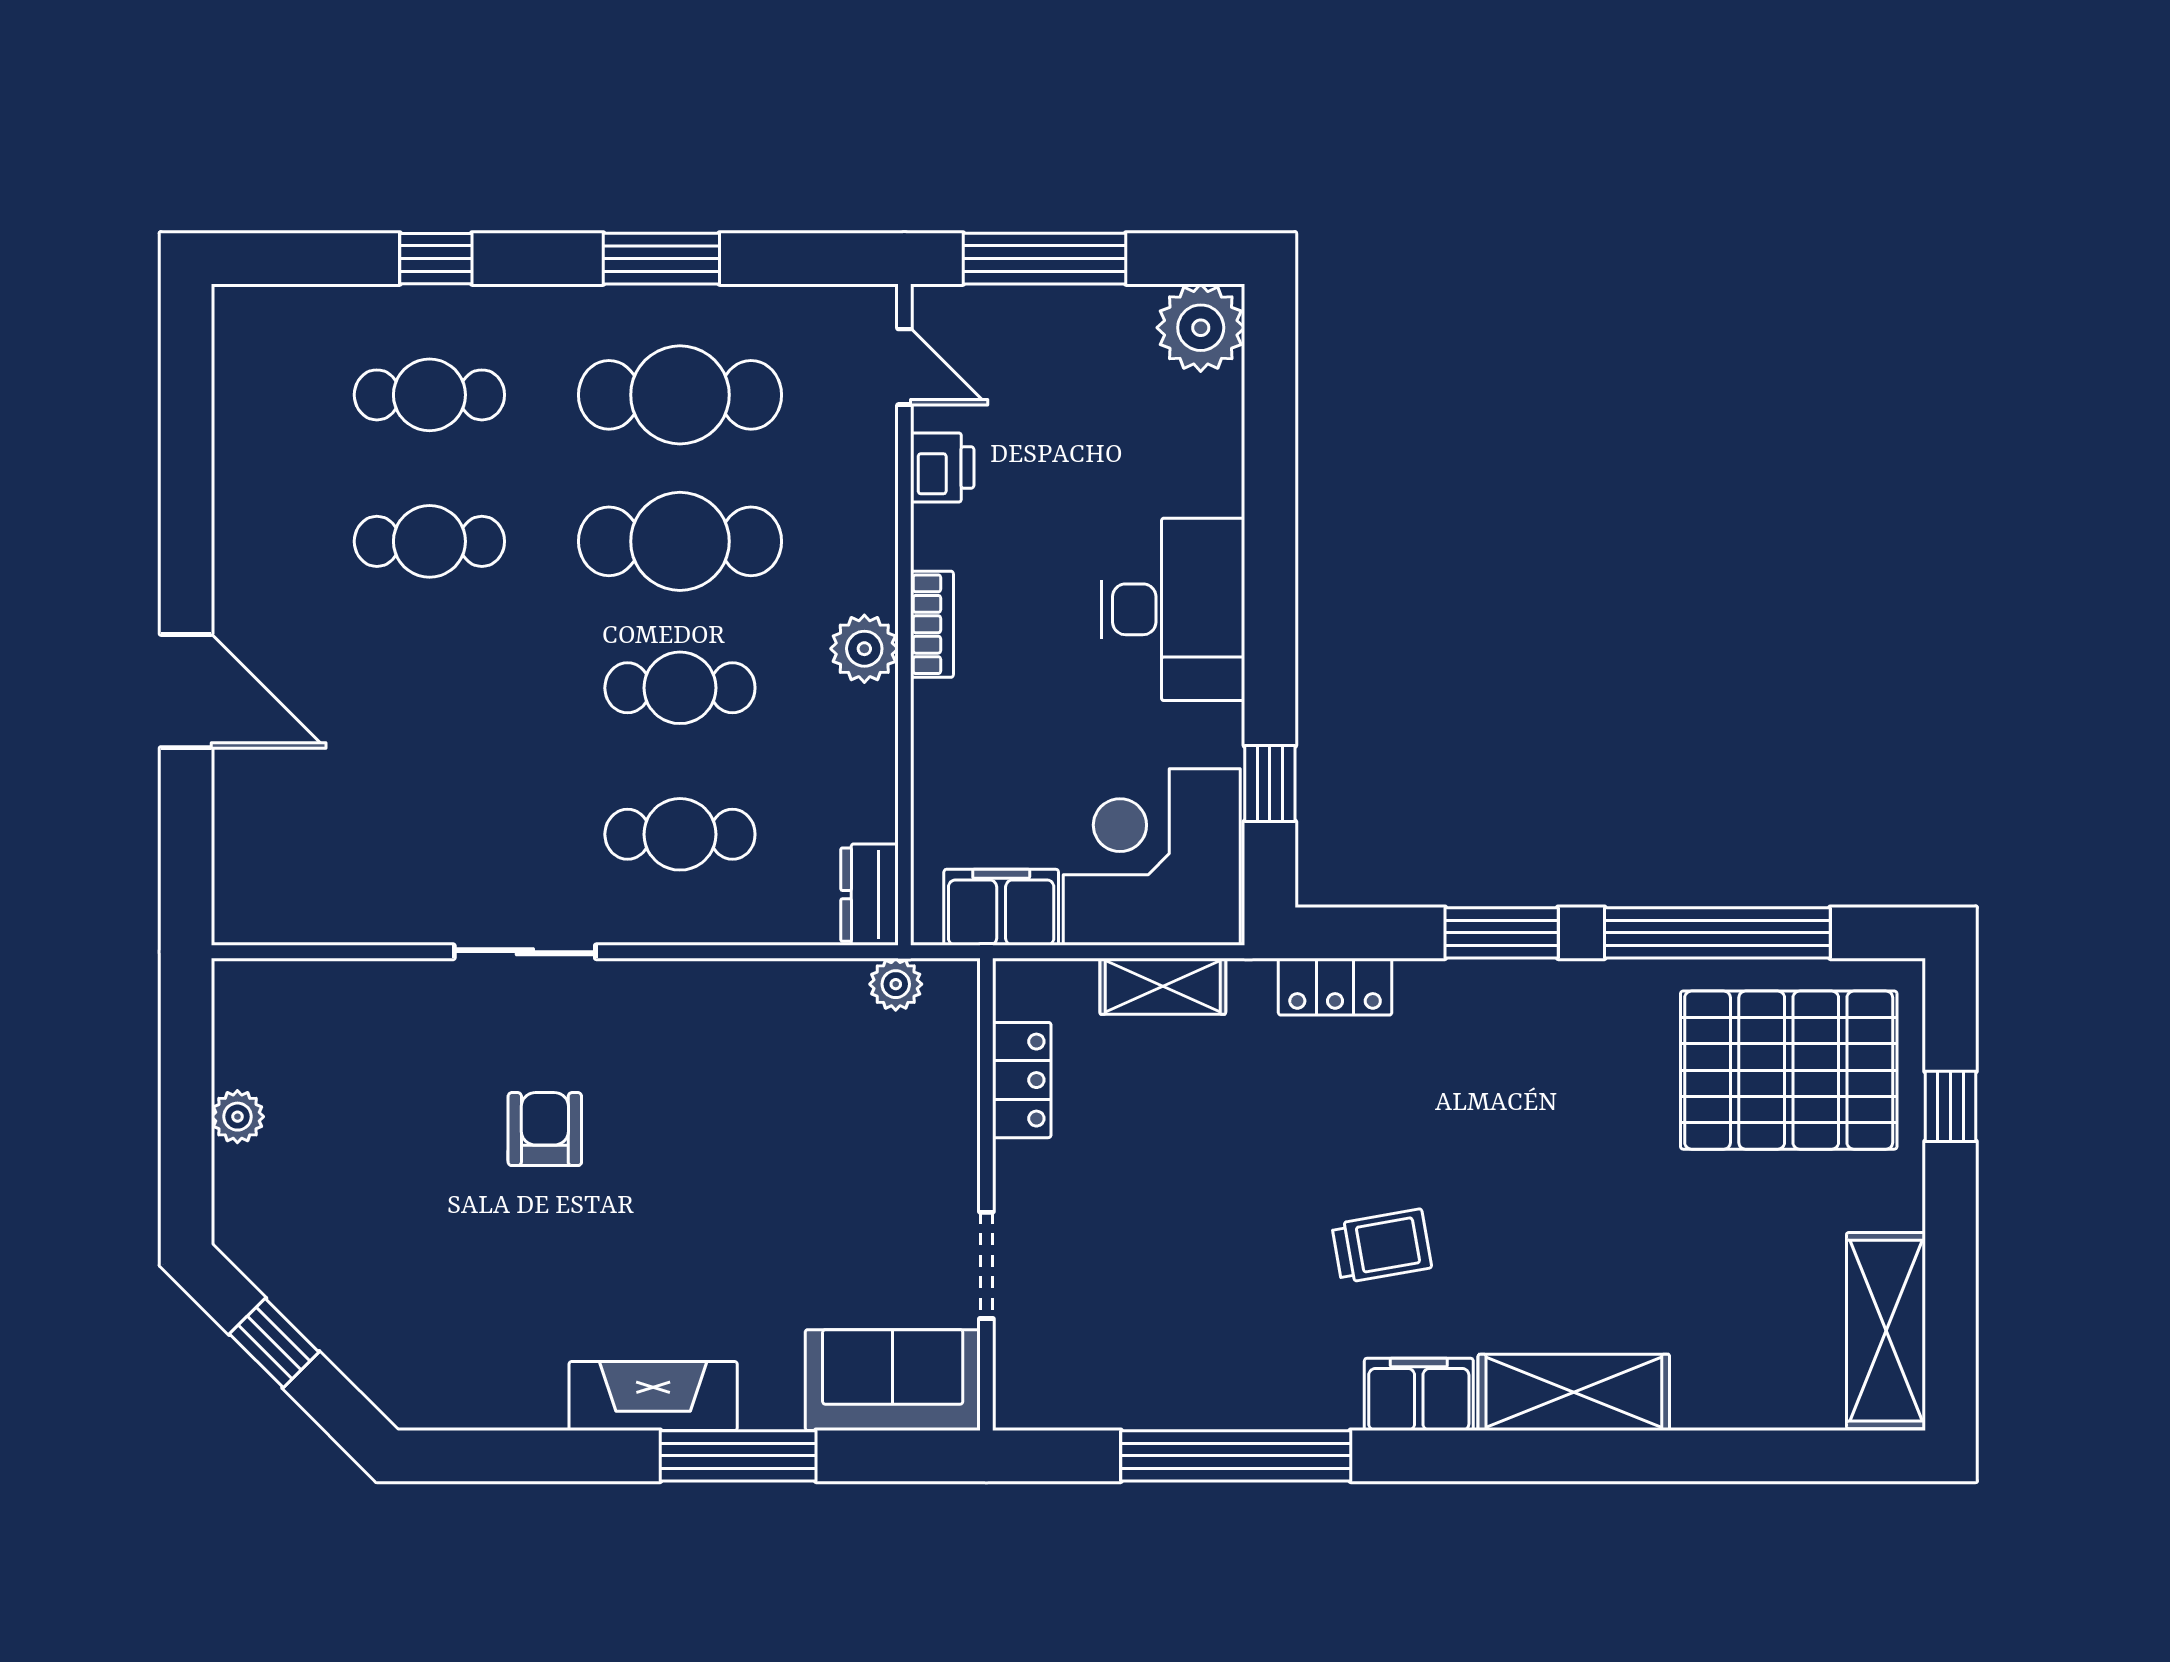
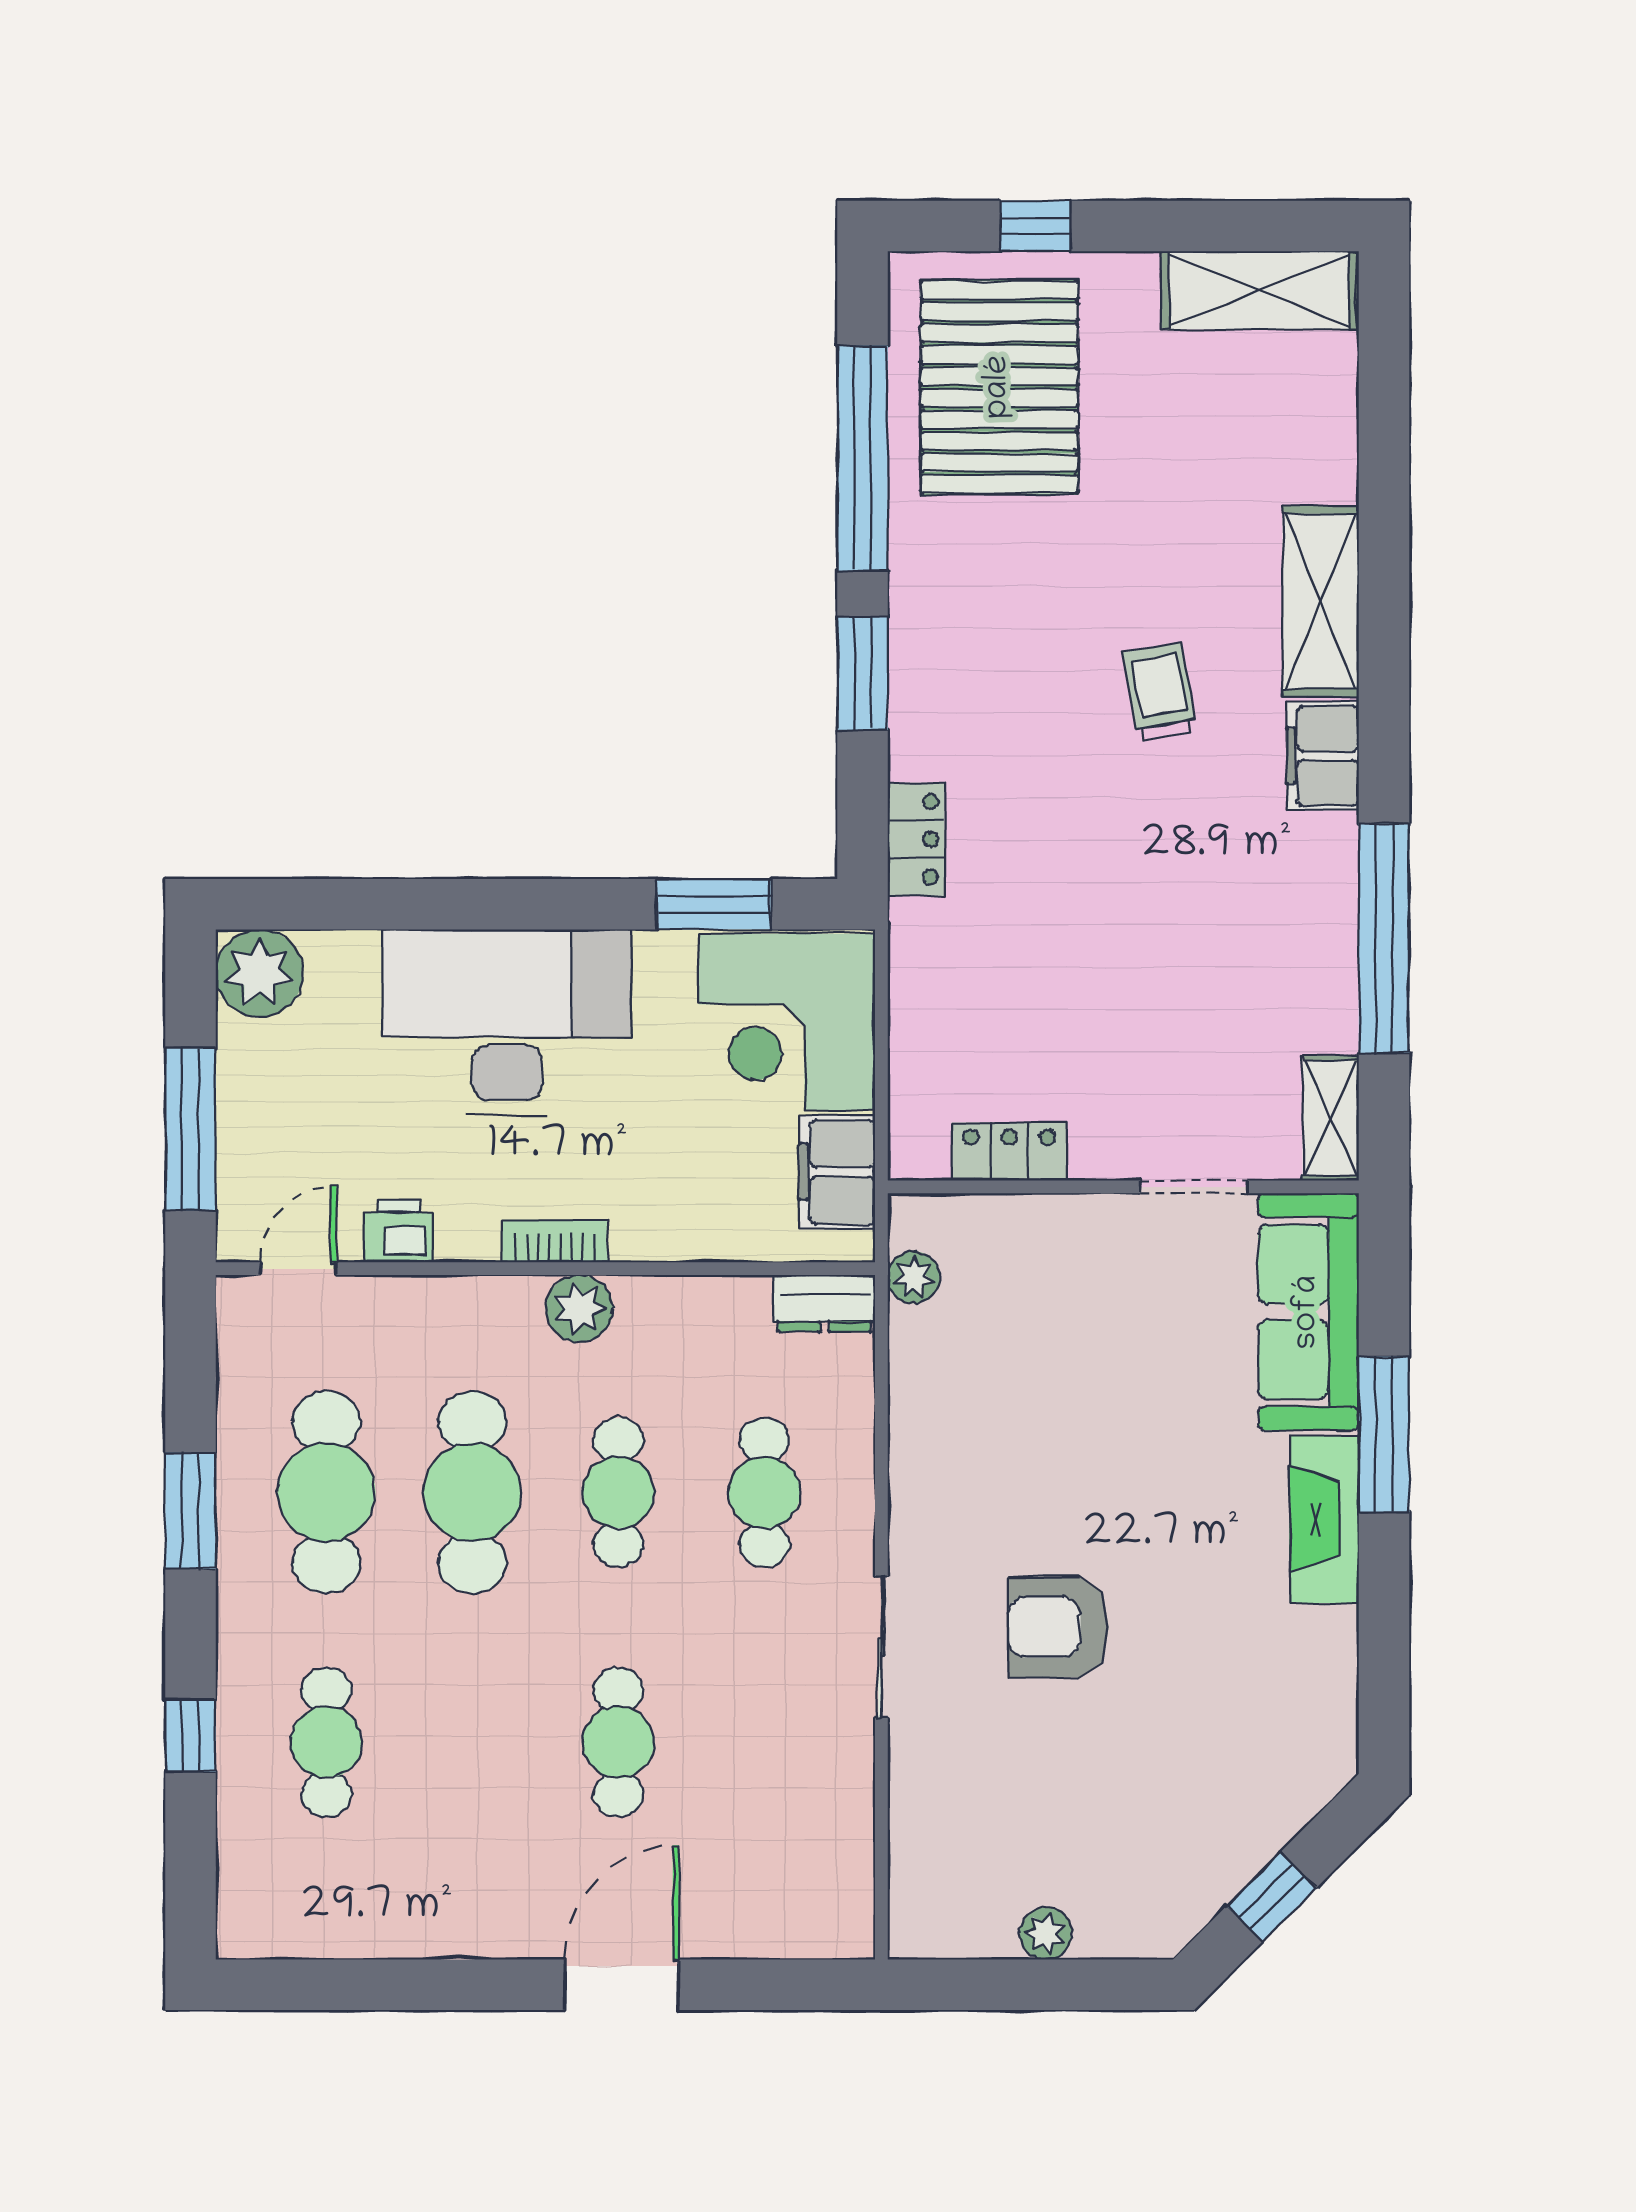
cafe table: (429, 541) -> (618, 1742), moved
desk: (1173, 609) -> (507, 1022), width x1.36, depth x1.30
window: (1270, 784) -> (714, 904), width x1.50
shelving: (1163, 986) -> (1331, 1118), moved
armchair: (545, 1129) -> (1058, 1627), width x1.38, depth x1.38
trolley: (1382, 1246) -> (1160, 692), moved
sofa: (893, 1380) -> (1308, 1312), width x1.36

